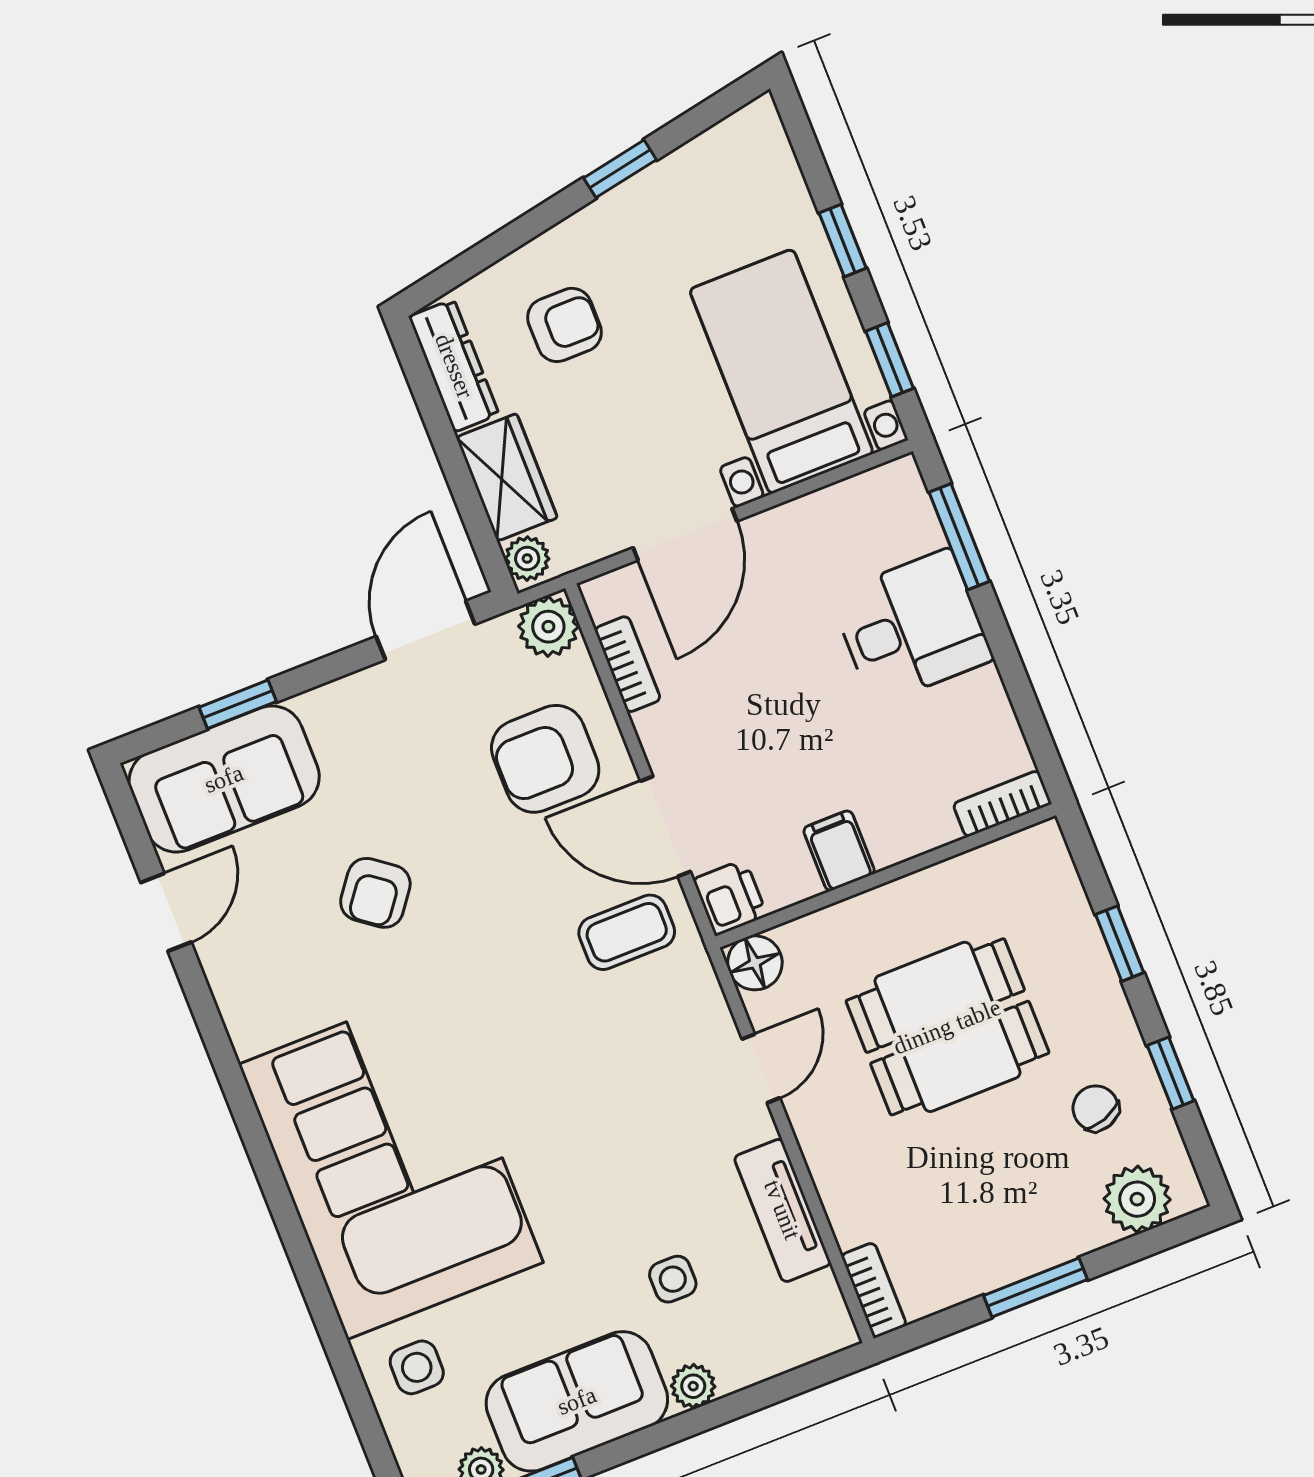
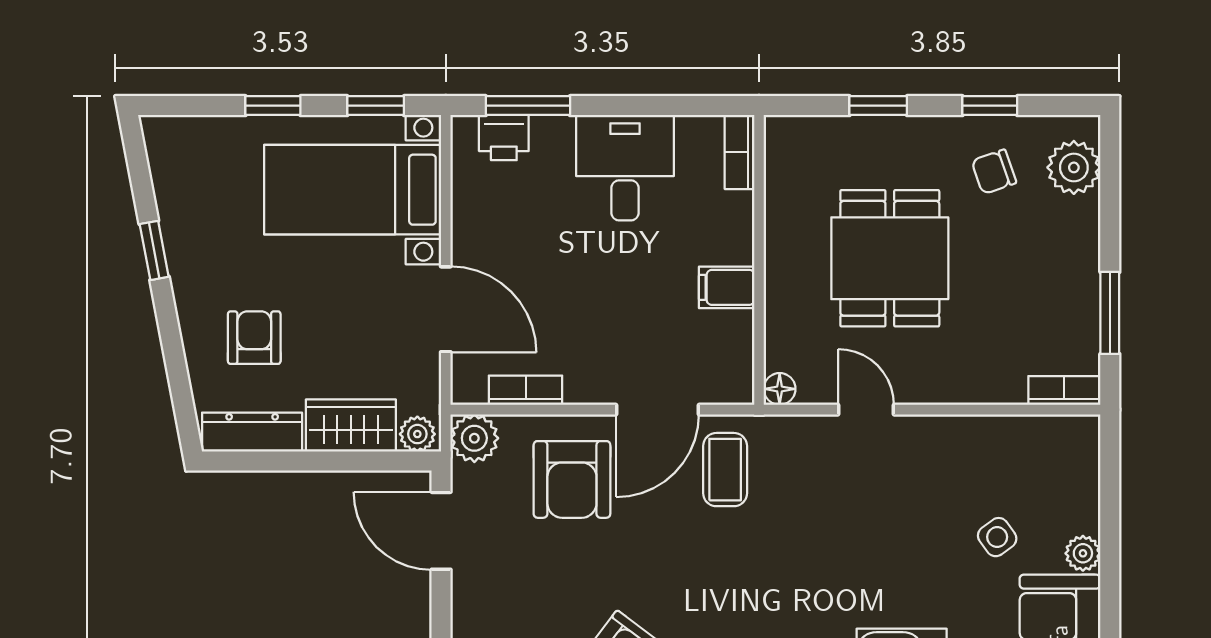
desk: (912, 627) -> (625, 168), moved
printer: (730, 897) -> (504, 138), moved, turned 180
floor lamp: (755, 963) -> (780, 389), width x0.73, depth x0.73
tv unit: (782, 1210) -> (978, 435), removed
side table: (673, 1279) -> (997, 537), turned -36
window: (1035, 1287) -> (1110, 313), moved

